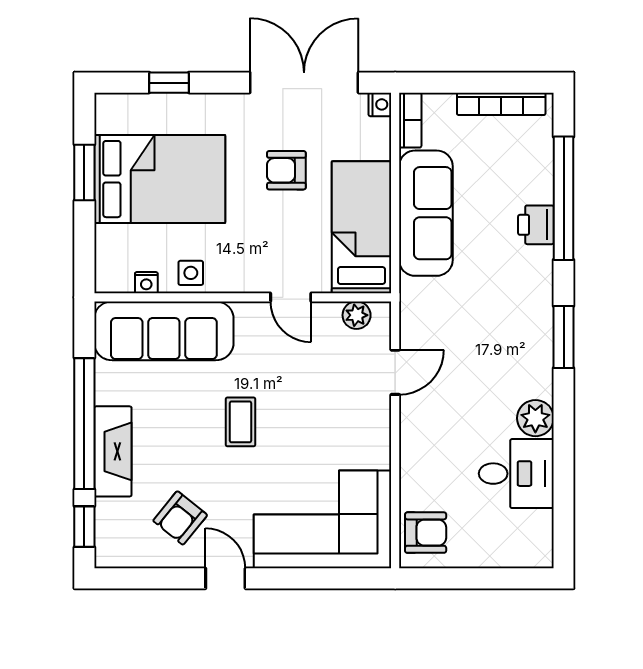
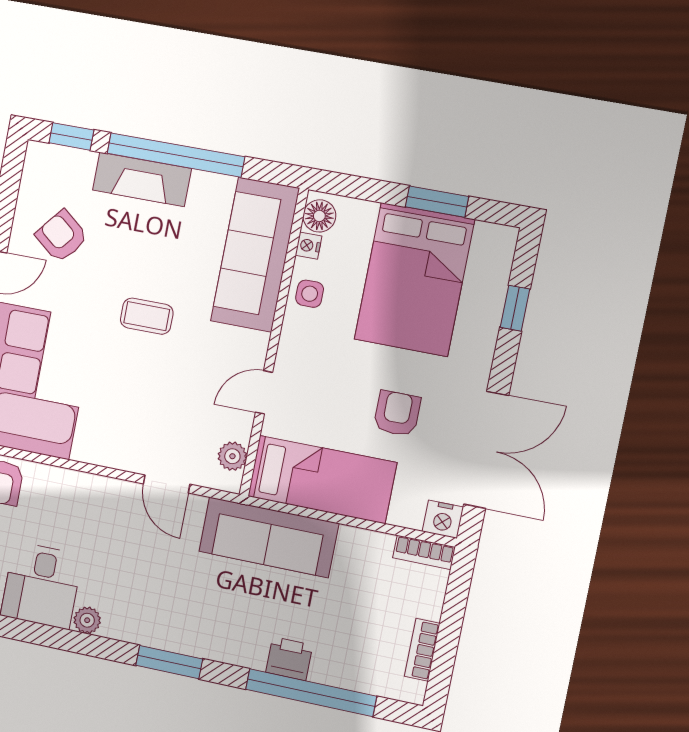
nightstand: (380, 104) -> (443, 519), width x1.39, depth x1.35
bookcase: (501, 104) -> (422, 650), width x0.64
sofa: (426, 213) -> (269, 537), moved
floor lamp: (117, 278) -> (319, 216), added
plant: (535, 418) -> (87, 620), width x0.73, depth x0.73

